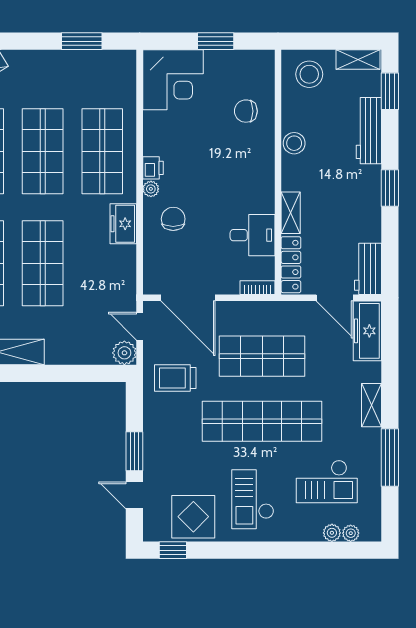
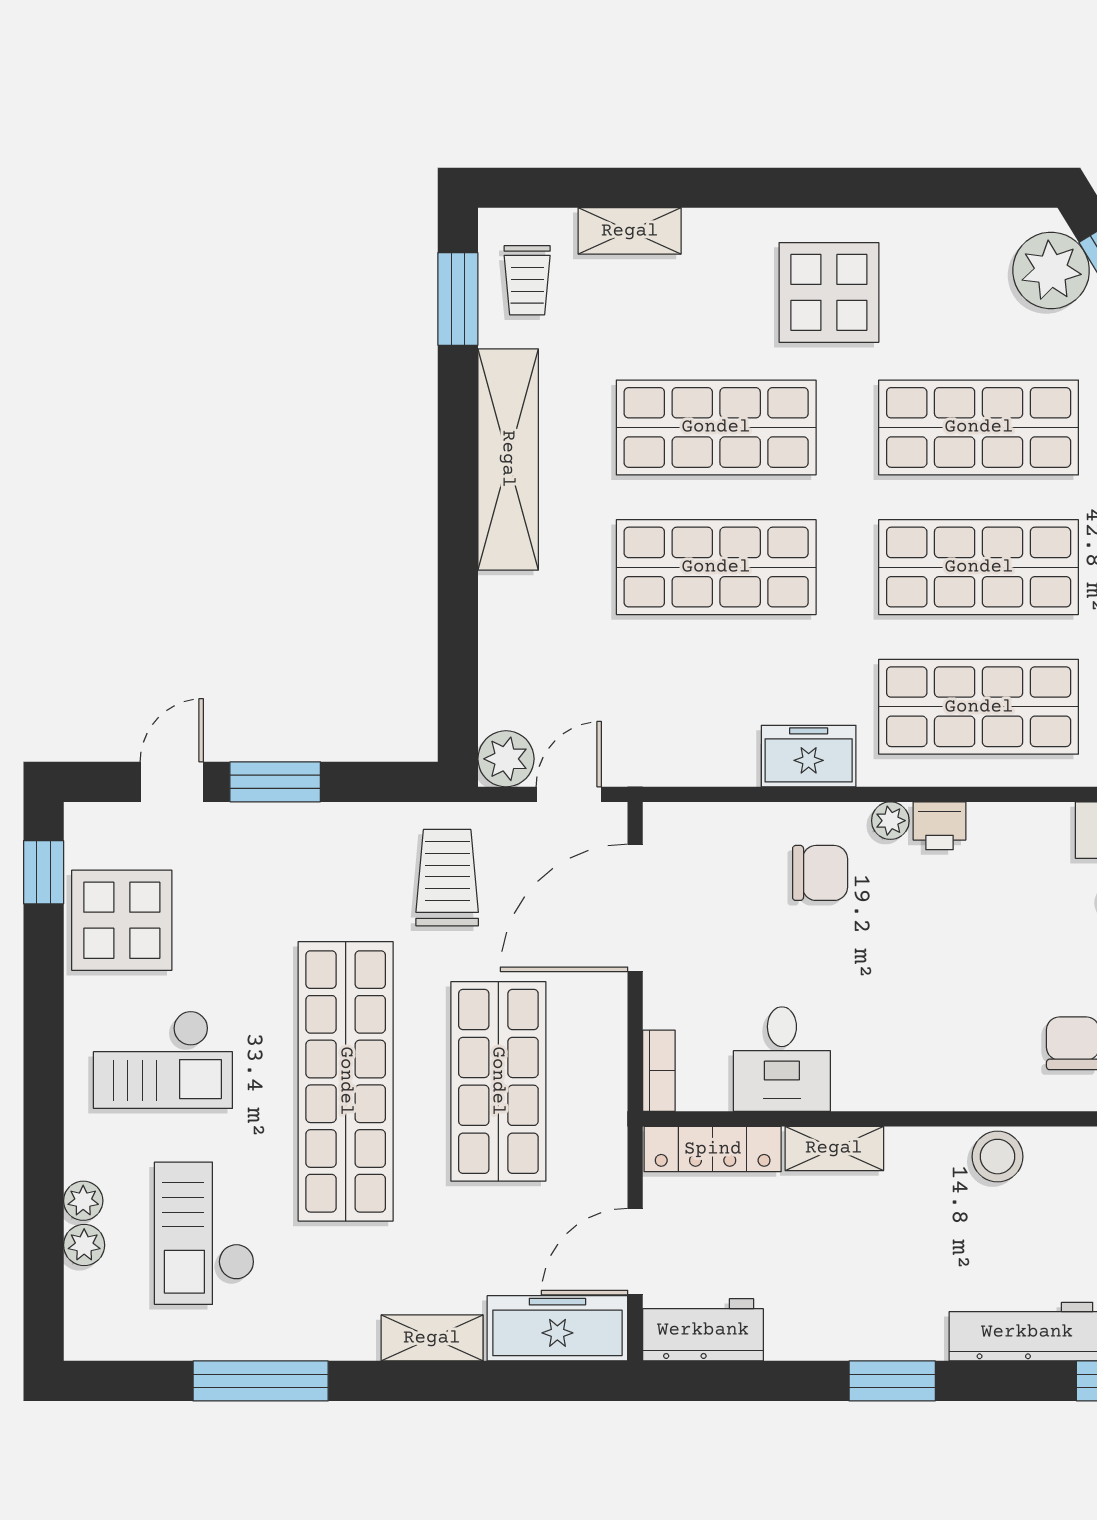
shelving: (372, 405) -> (432, 1338), moved
checkout: (253, 499) -> (163, 1060), turned 180
plant: (351, 533) -> (83, 1201), moved

